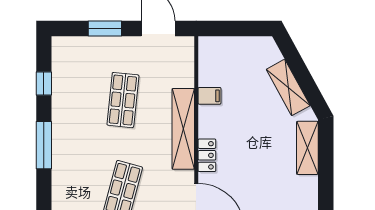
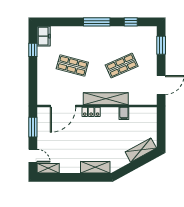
window: (105, 29) -> (161, 45), moved
shelving: (288, 87) -> (141, 150), moved
shop shelf: (123, 100) -> (122, 66), turned -30

